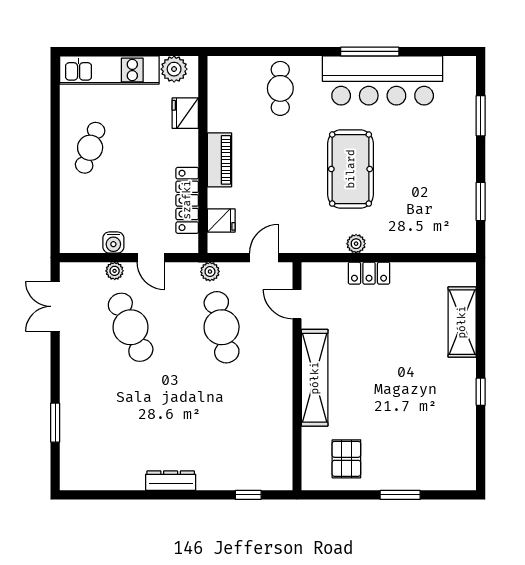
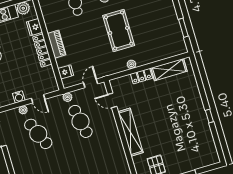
locker: (187, 200) -> (42, 51), moved
shelving: (462, 322) -> (169, 70), moved, turned 90

